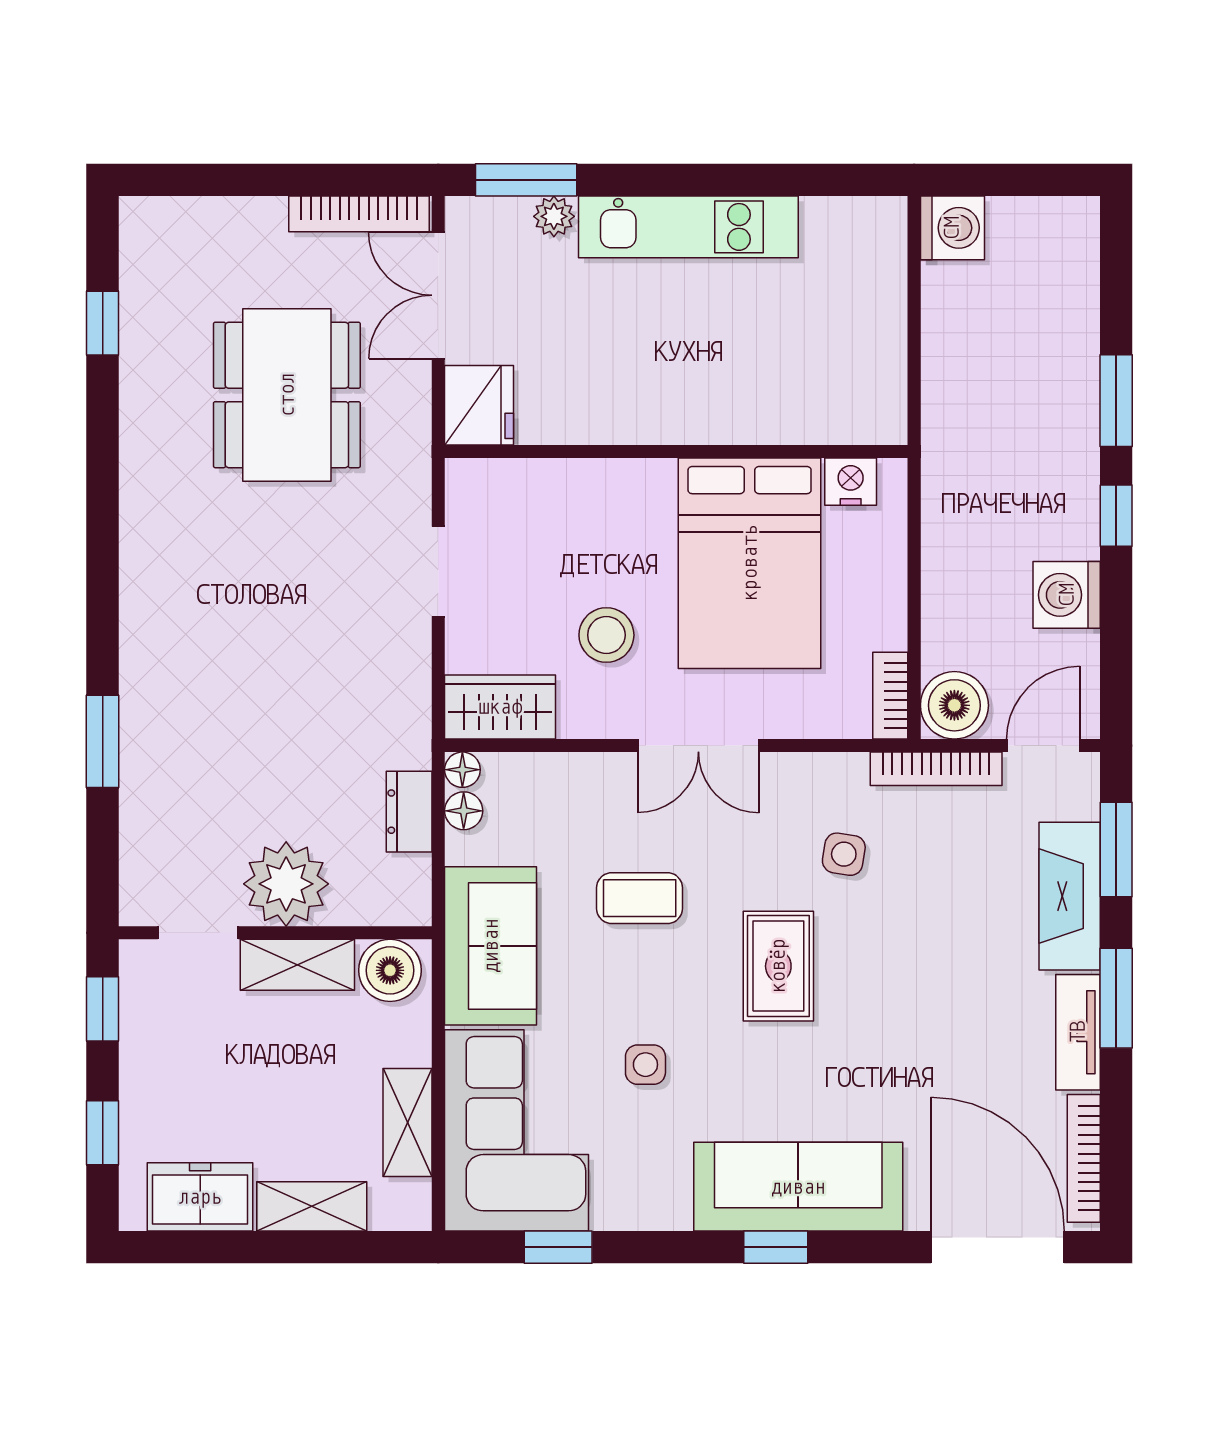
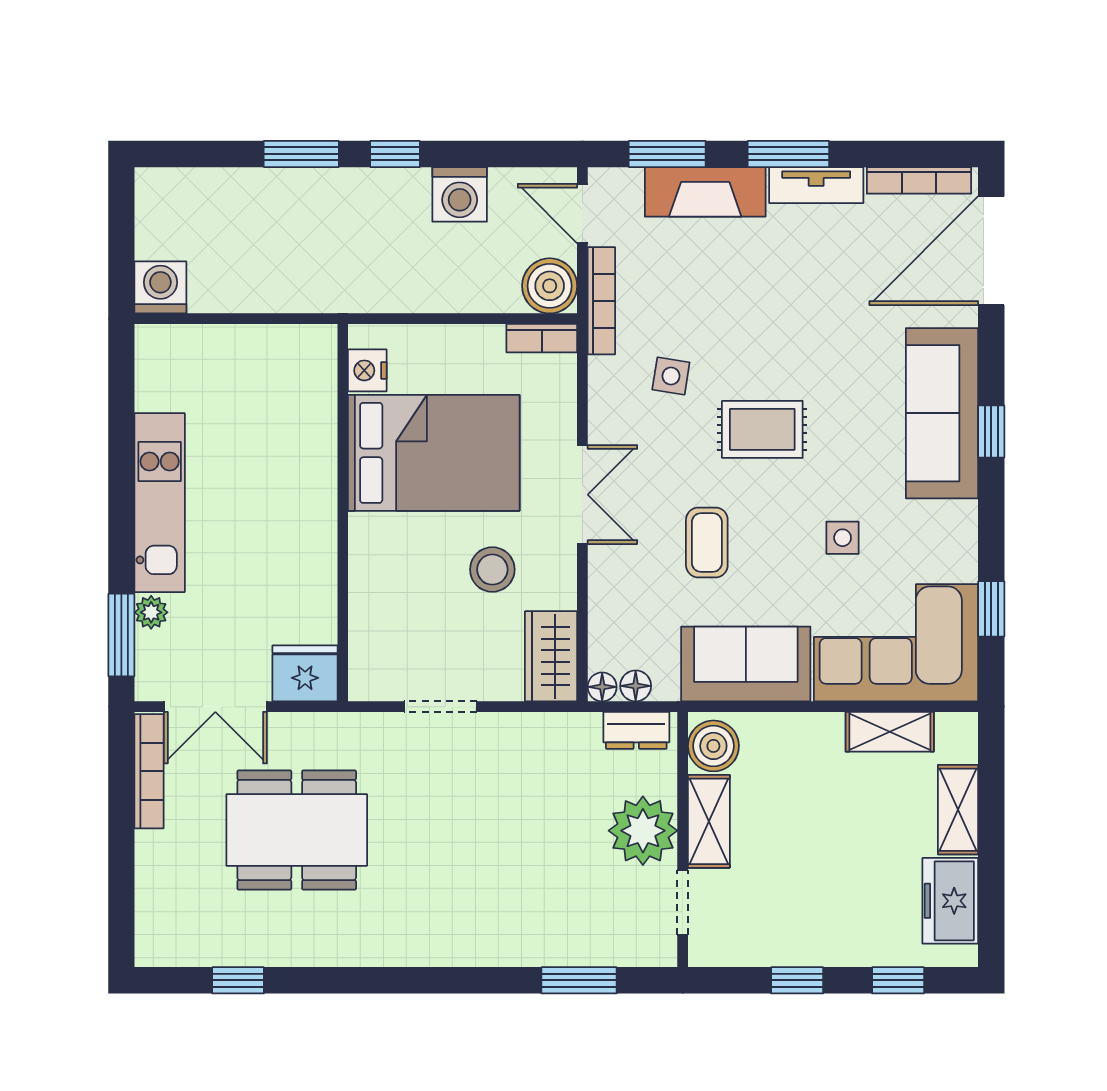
plant: (286, 884) -> (643, 831), moved
doorway: (198, 933) -> (683, 903), moved
wall: (275, 933) -> (683, 840), moved
shelving: (297, 965) -> (709, 821), moved
boiler: (390, 970) -> (713, 746), moved

